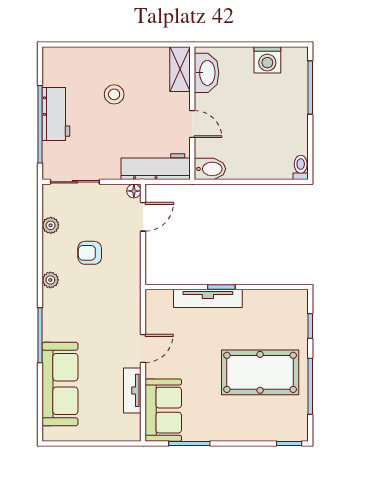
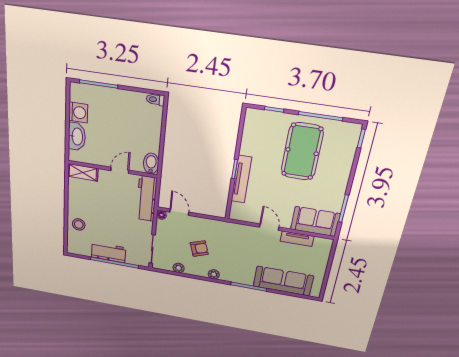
washbasin: (207, 73) -> (77, 137), moved, turned 90
stool: (114, 94) -> (79, 224), moved
armchair: (90, 253) -> (199, 249), turned -109

